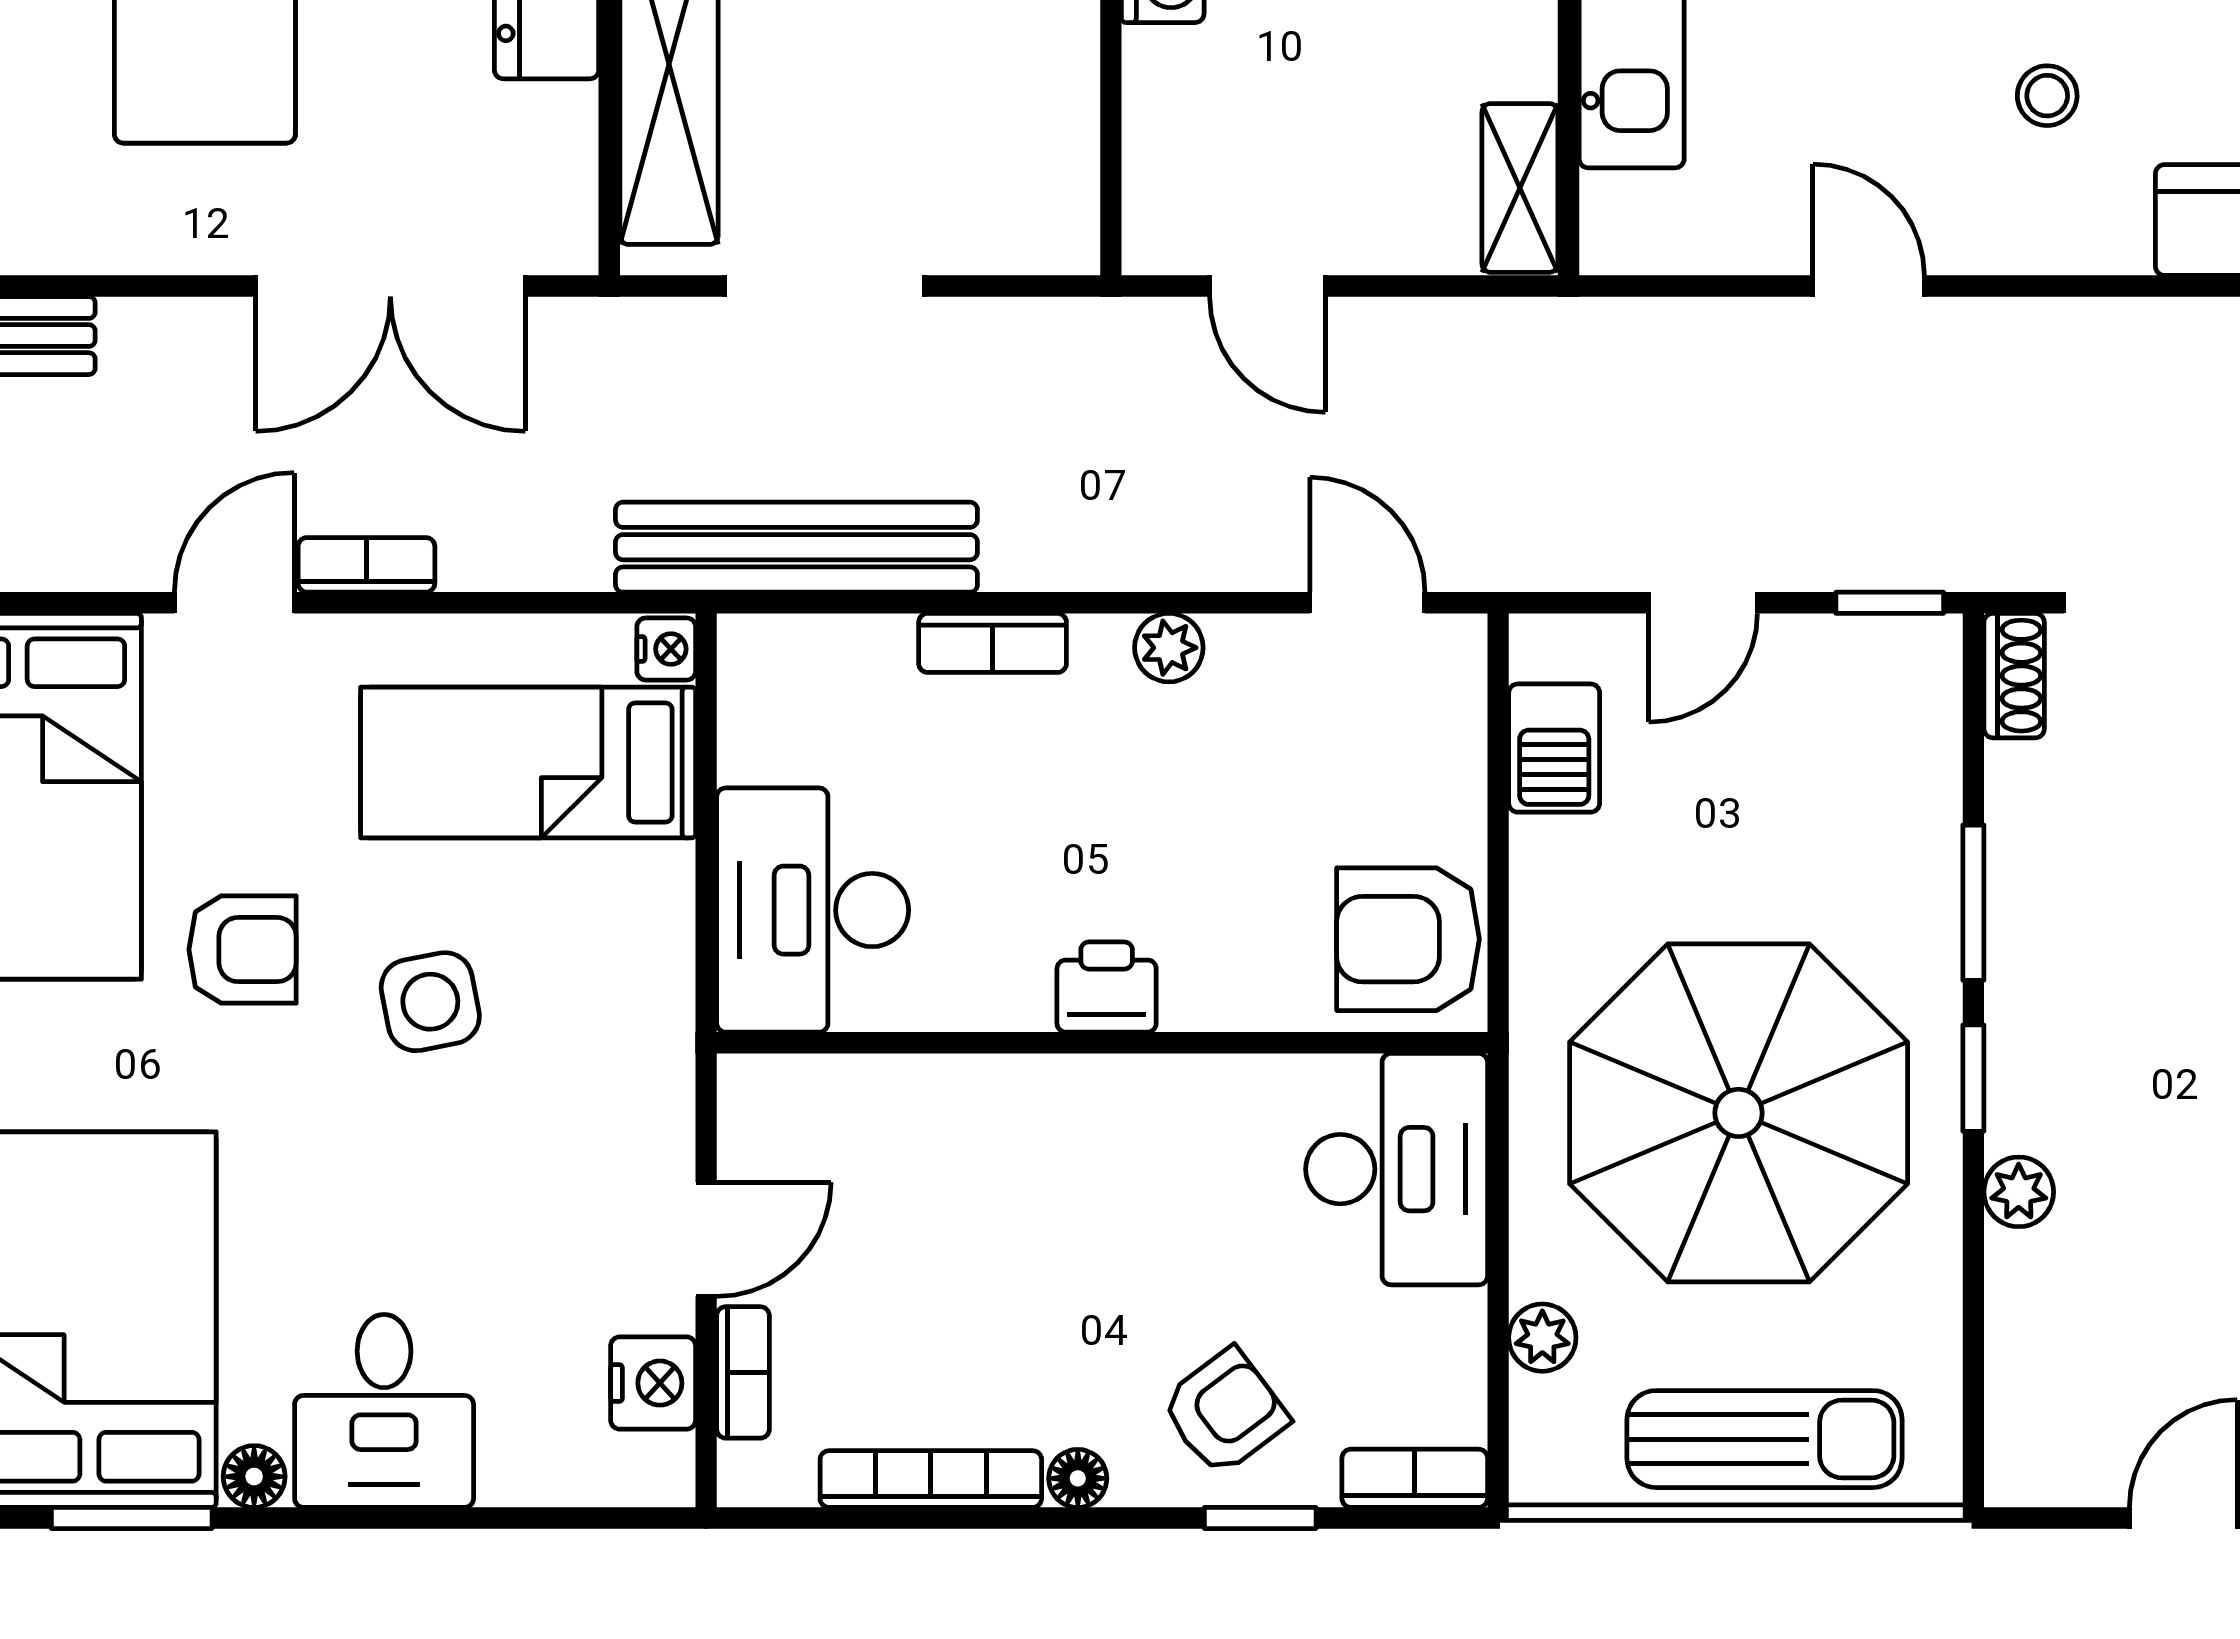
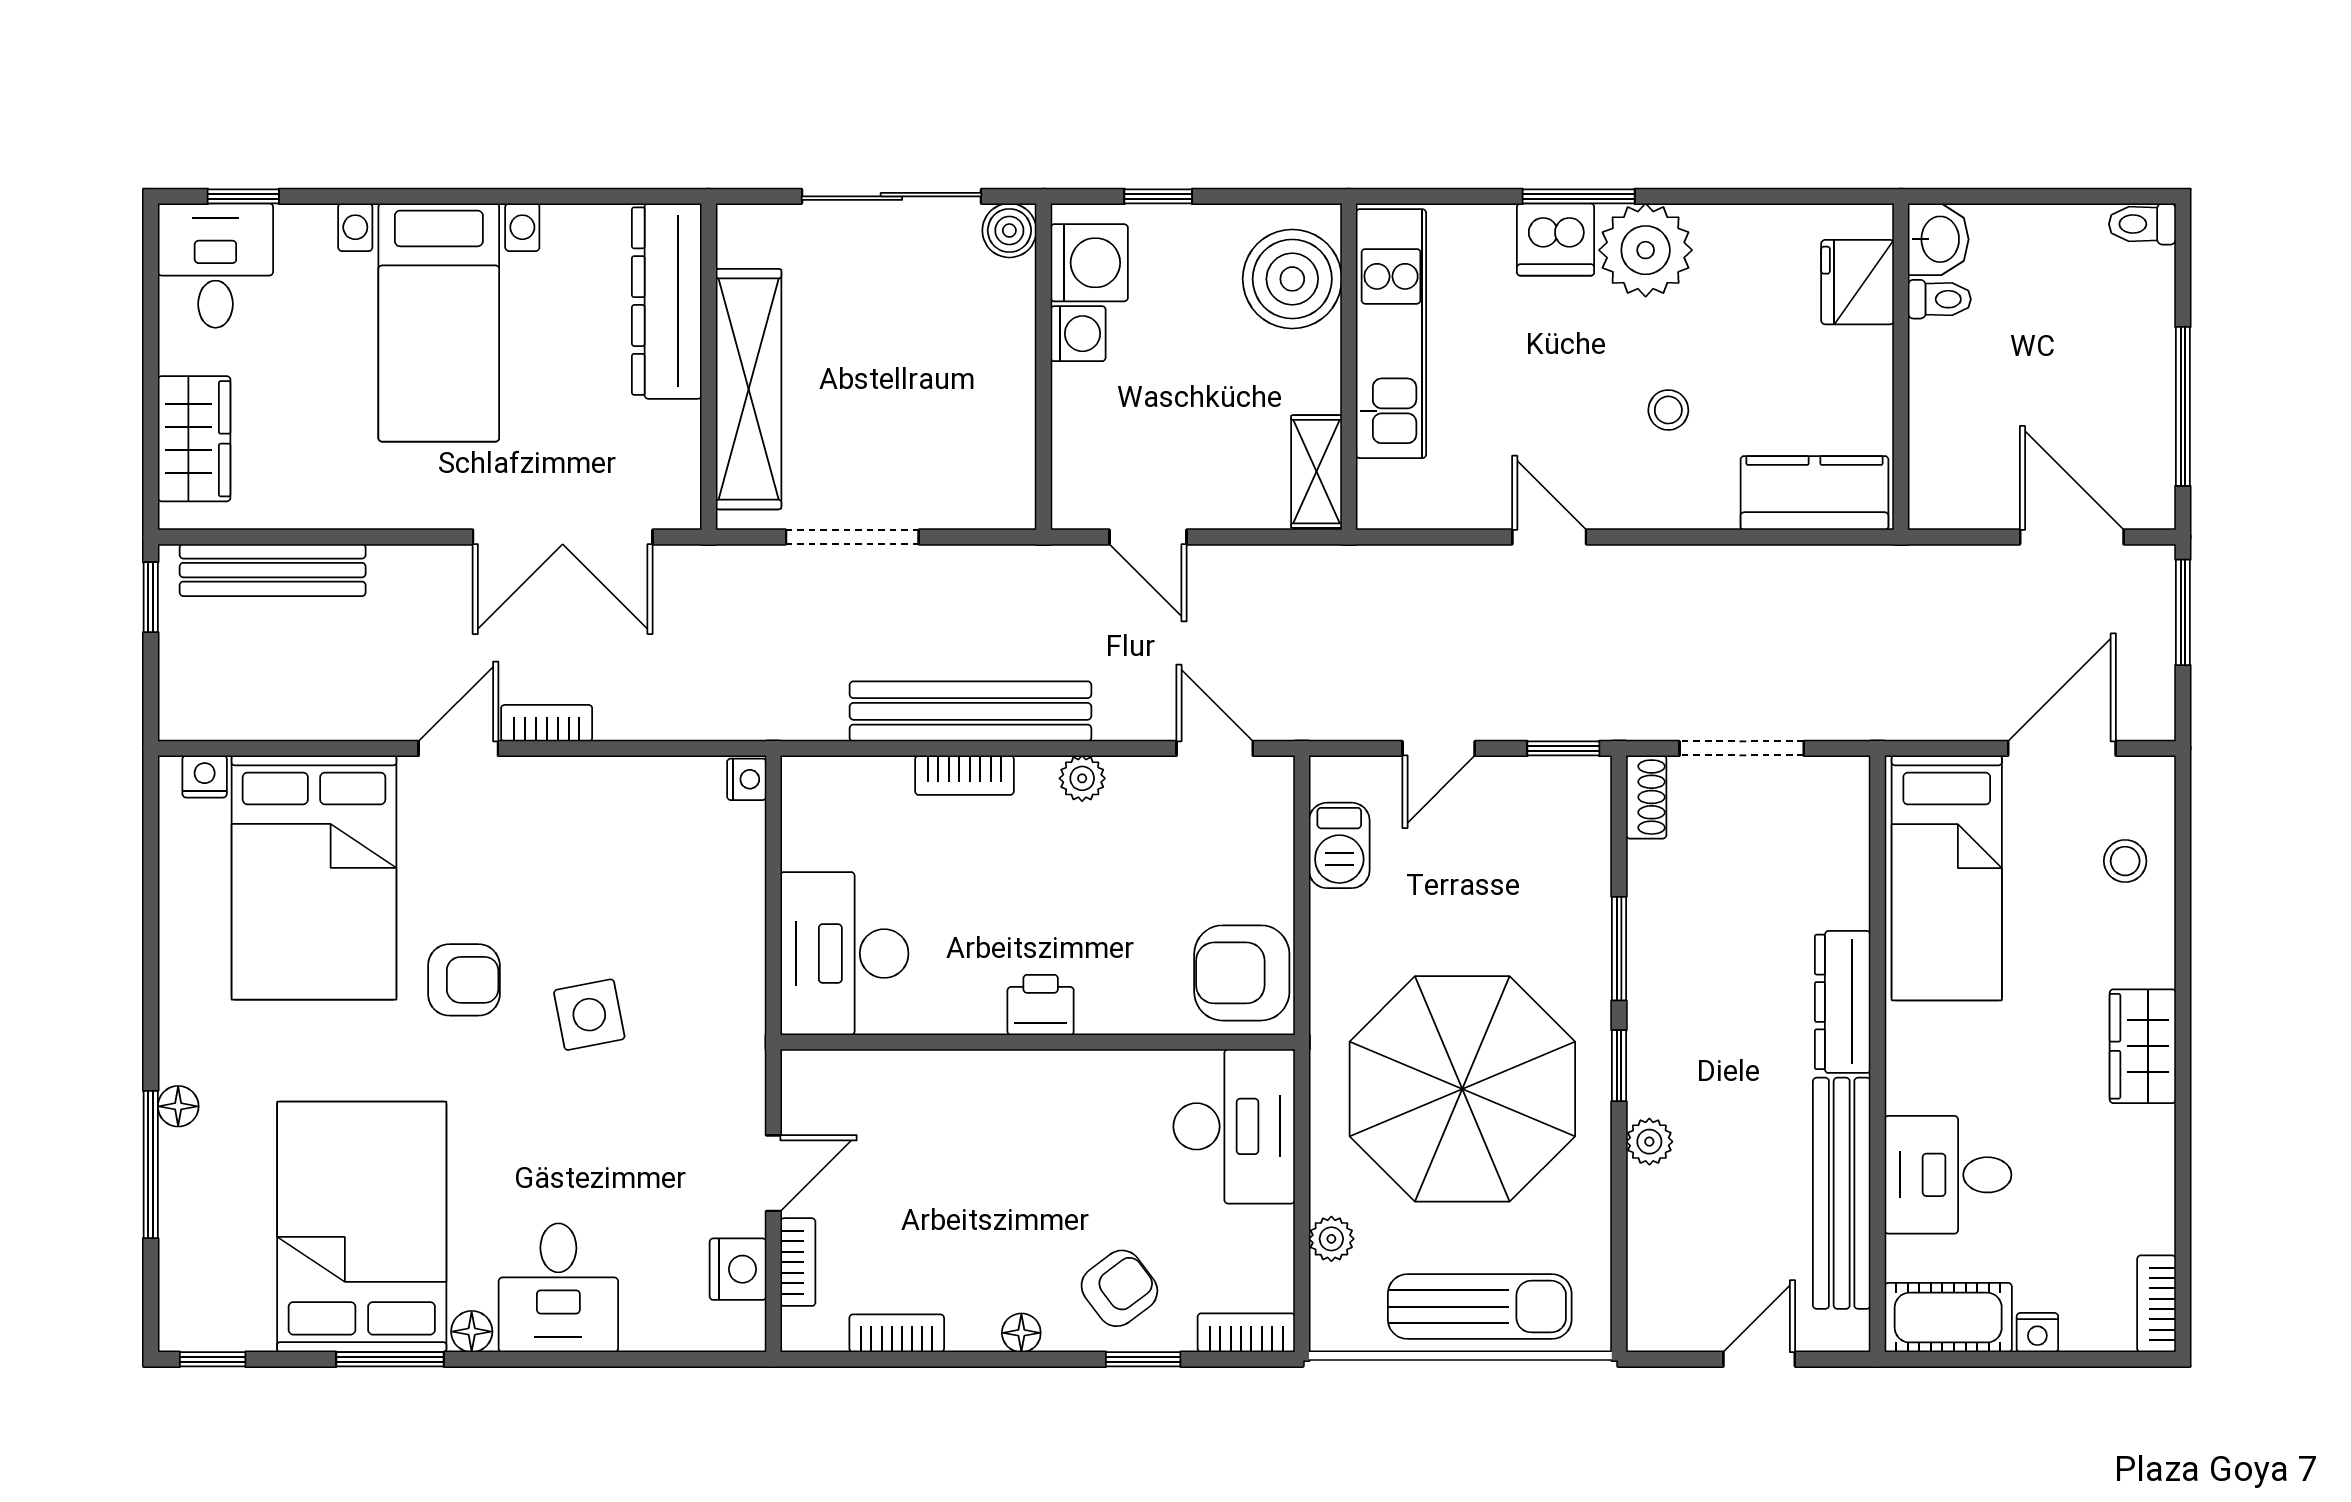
bench: (796, 547) -> (970, 711), moved
bed: (528, 763) -> (655, 855), removed
bookcase: (931, 1479) -> (897, 1333), width x0.64

